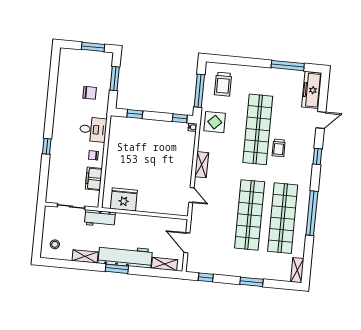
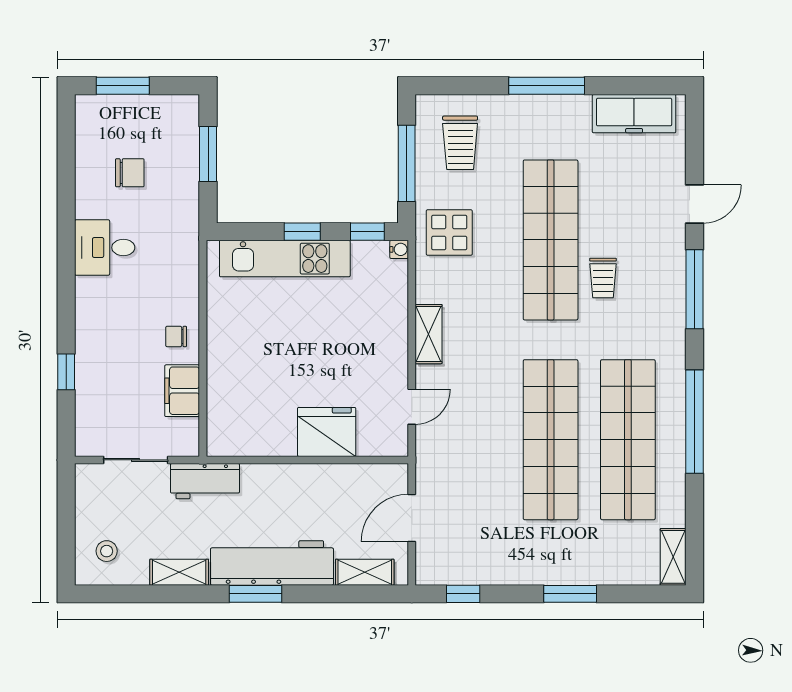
window: (93, 47) -> (123, 86), moved
window: (288, 66) -> (547, 86), moved
freezer: (312, 90) -> (634, 114), moved, turned -90
chair: (90, 93) -> (130, 173), moved
window: (135, 114) -> (302, 232), moved
kitchen unit: (143, 126) -> (285, 259), added
desk: (93, 130) -> (105, 248), moved, turned 180
window: (47, 146) -> (66, 372), moved
window: (317, 156) -> (695, 289), width x2.17
door: (191, 195) -> (412, 407), hinge flipped
fridge: (124, 199) -> (327, 432), moved
door: (187, 243) -> (412, 518), hinge flipped

